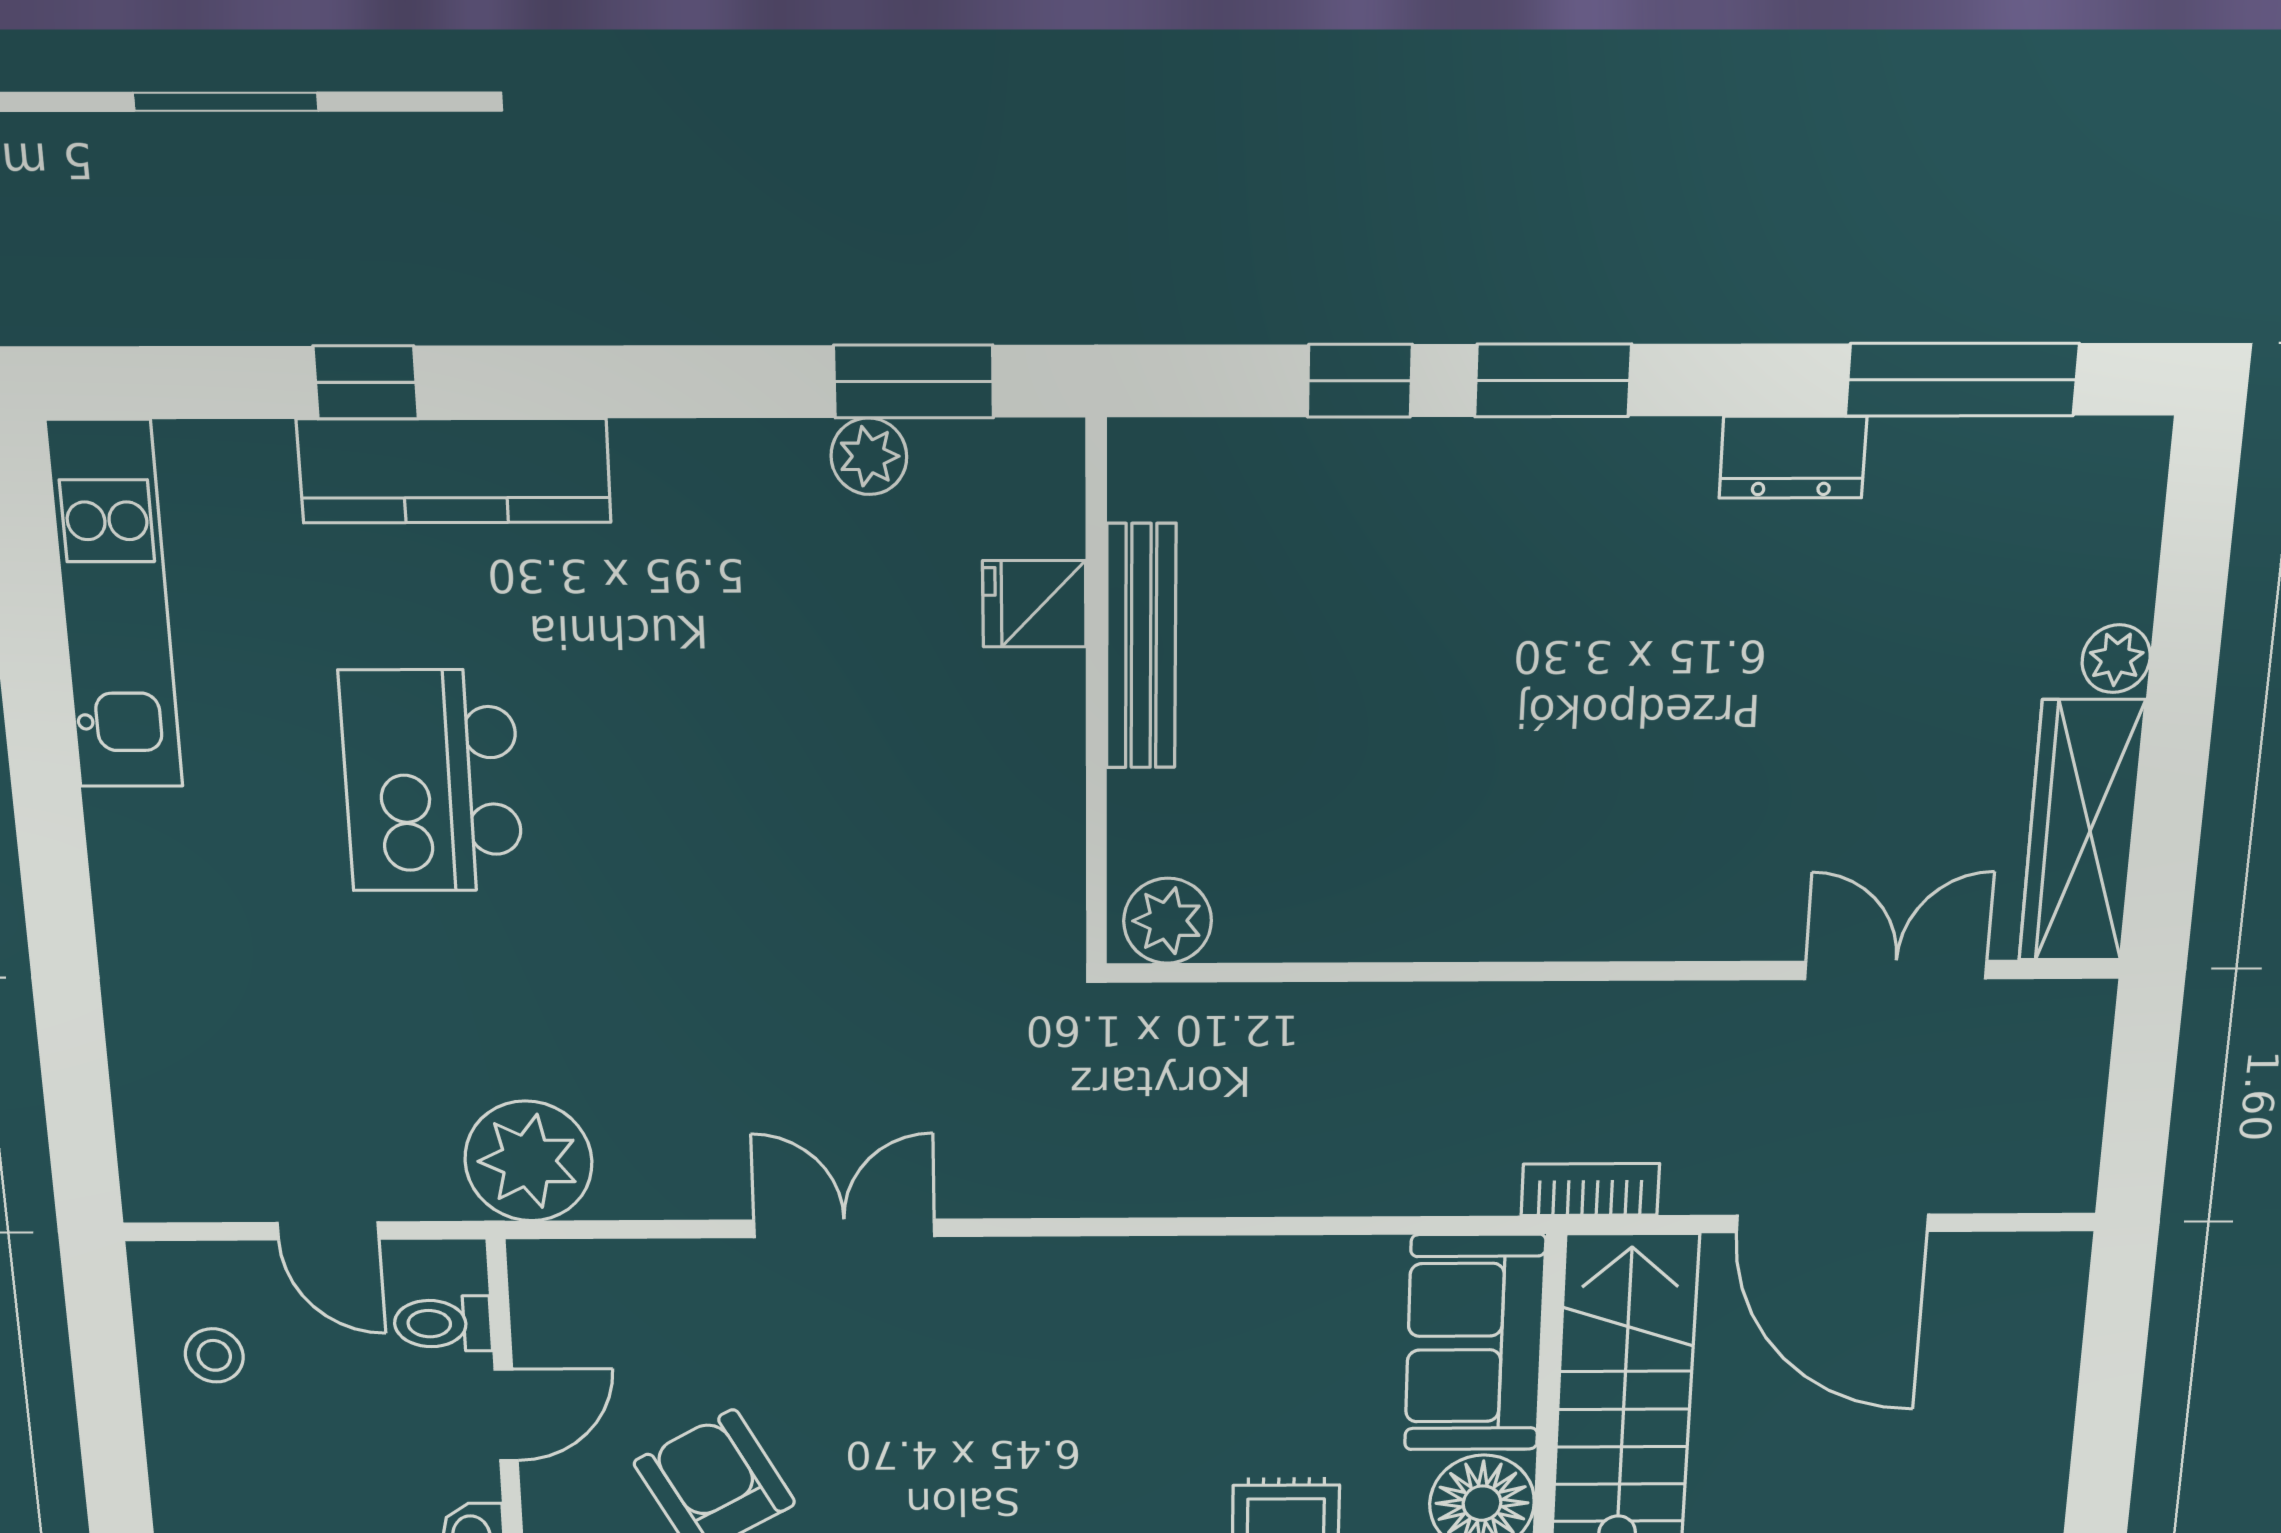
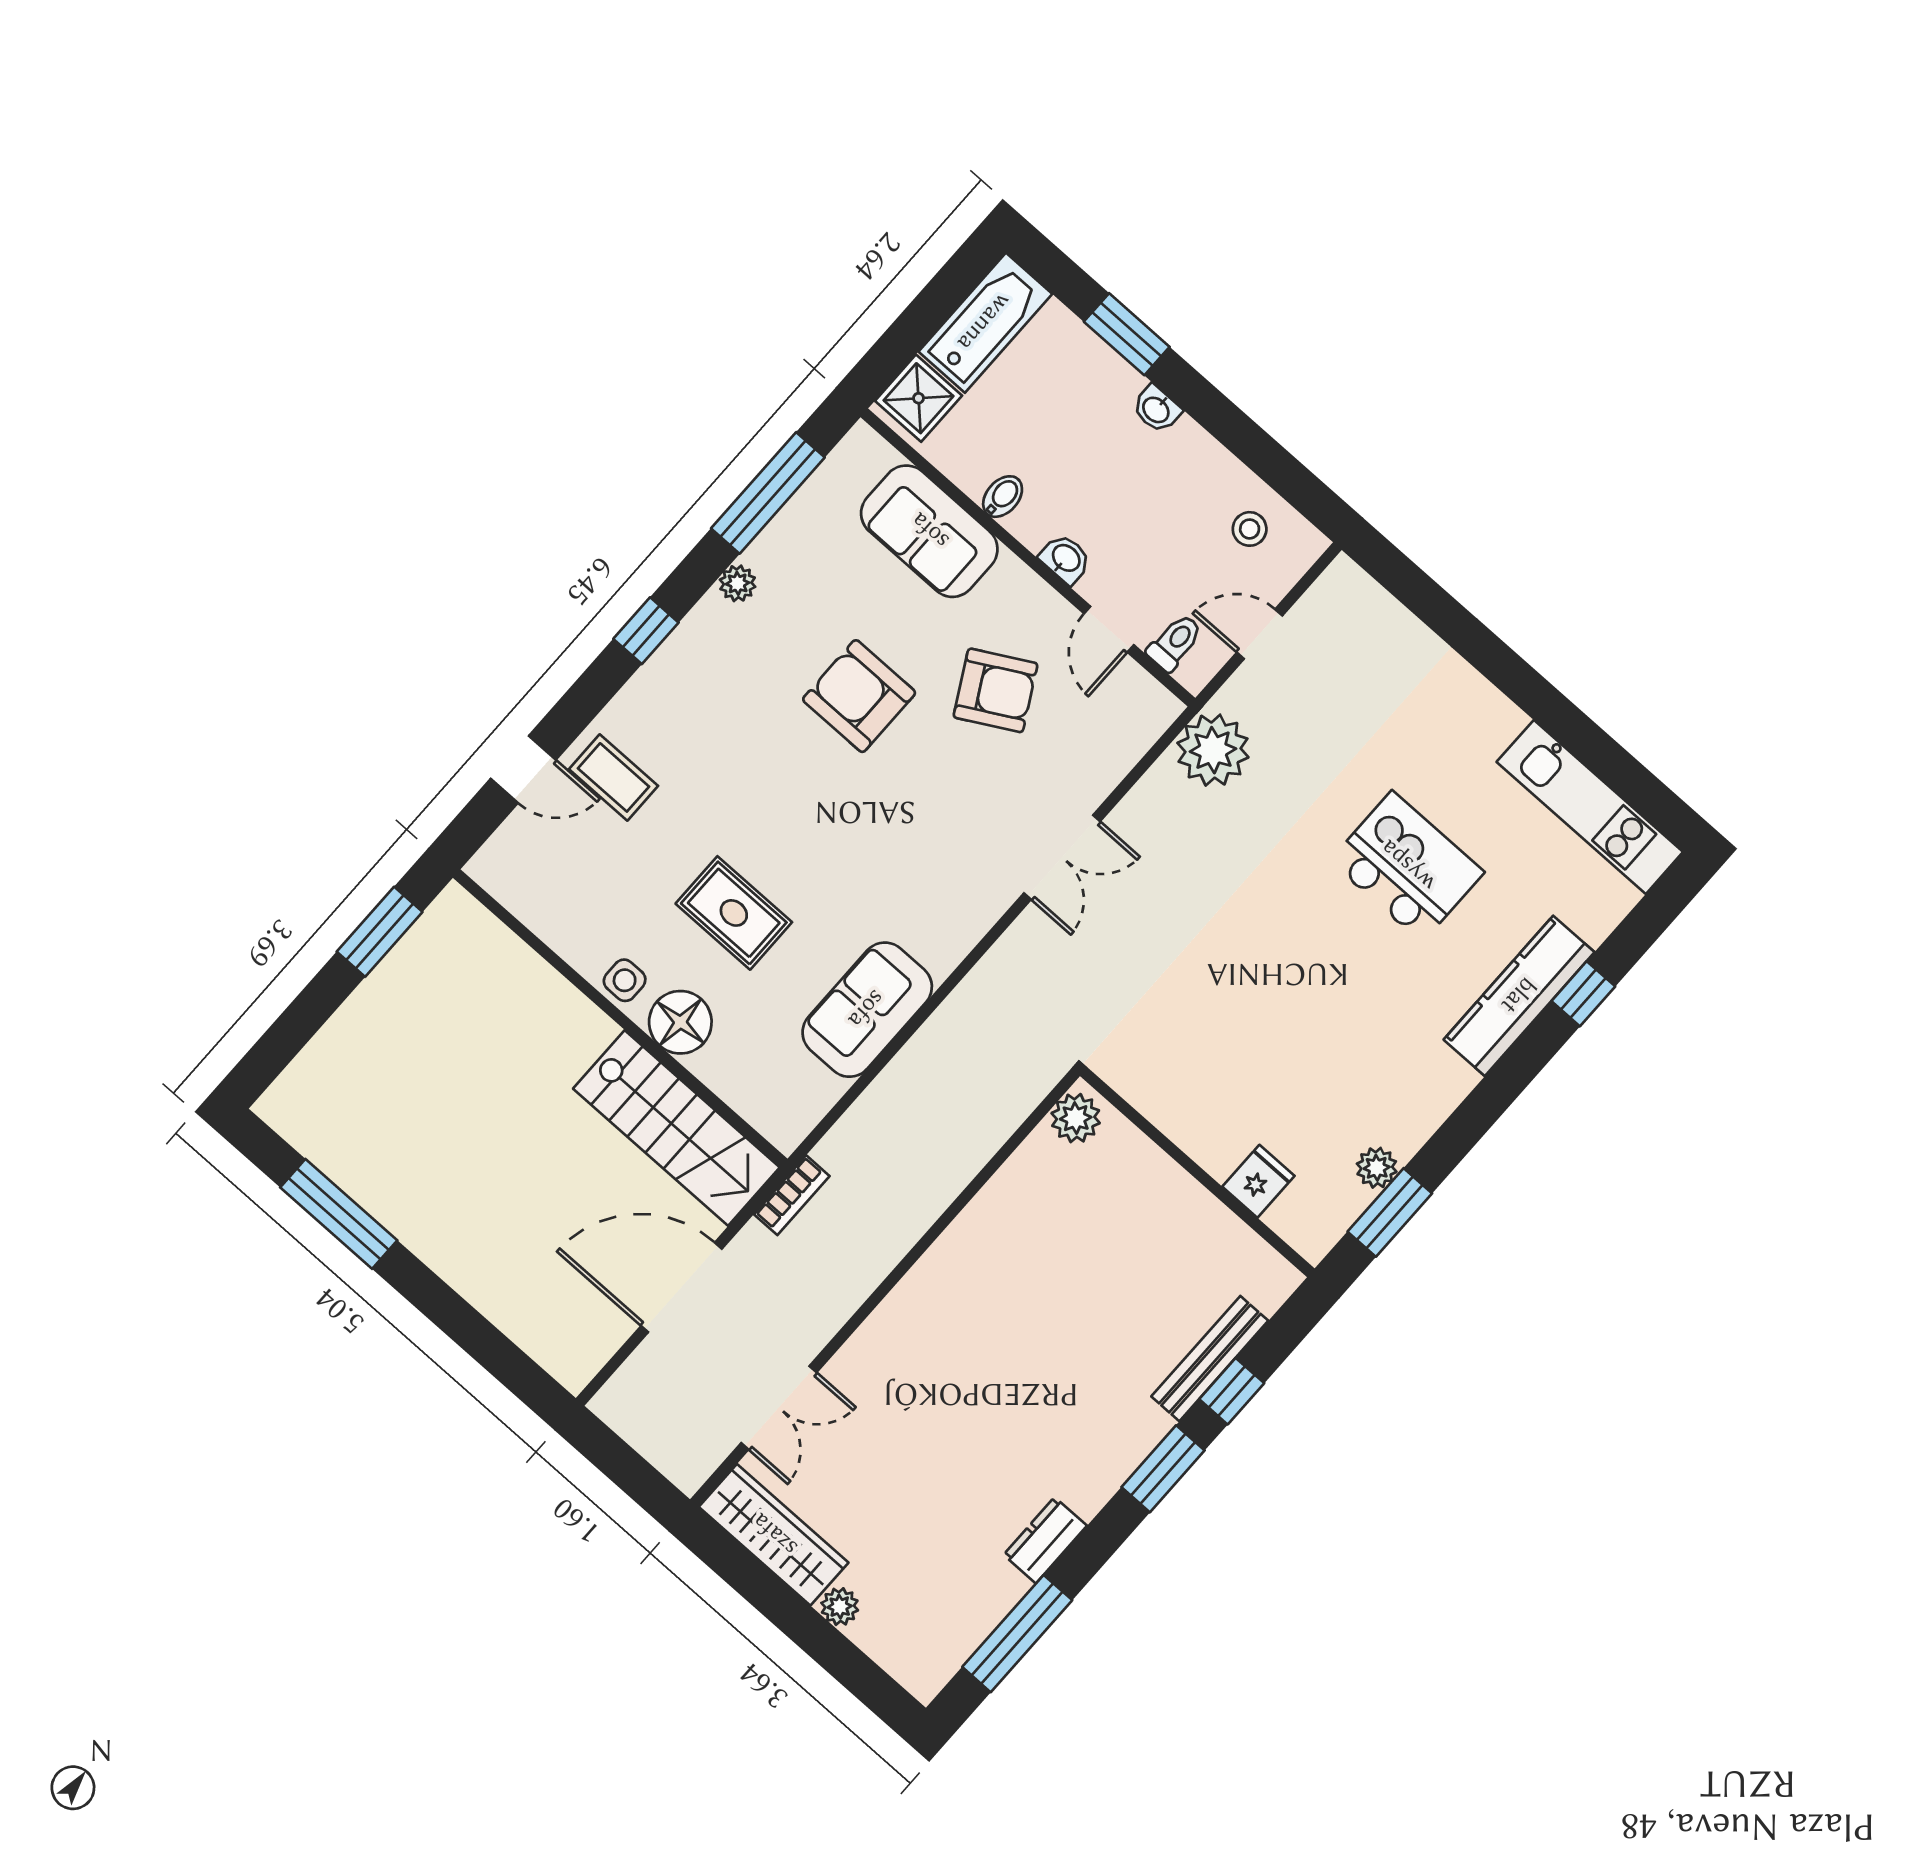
bench: (1141, 647) -> (1210, 1359), moved, turned 90
sofa: (1475, 1343) -> (867, 1010), moved, turned -90

